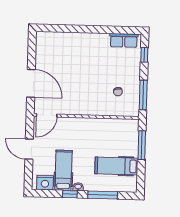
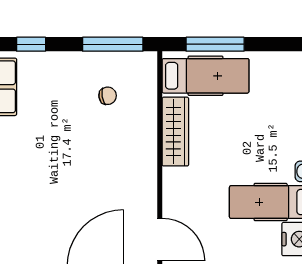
wardrobe: (99, 124) -> (175, 132), added
hospital bed: (116, 166) -> (205, 76), moved, turned -90

